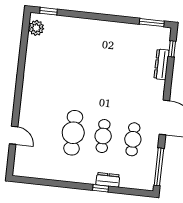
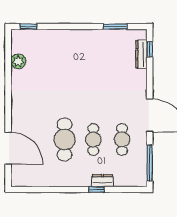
window: (152, 23) -> (115, 26), moved
plant: (36, 28) -> (18, 61), moved
dresser: (162, 64) -> (141, 54), moved
door: (14, 135) -> (8, 148), width x1.88

